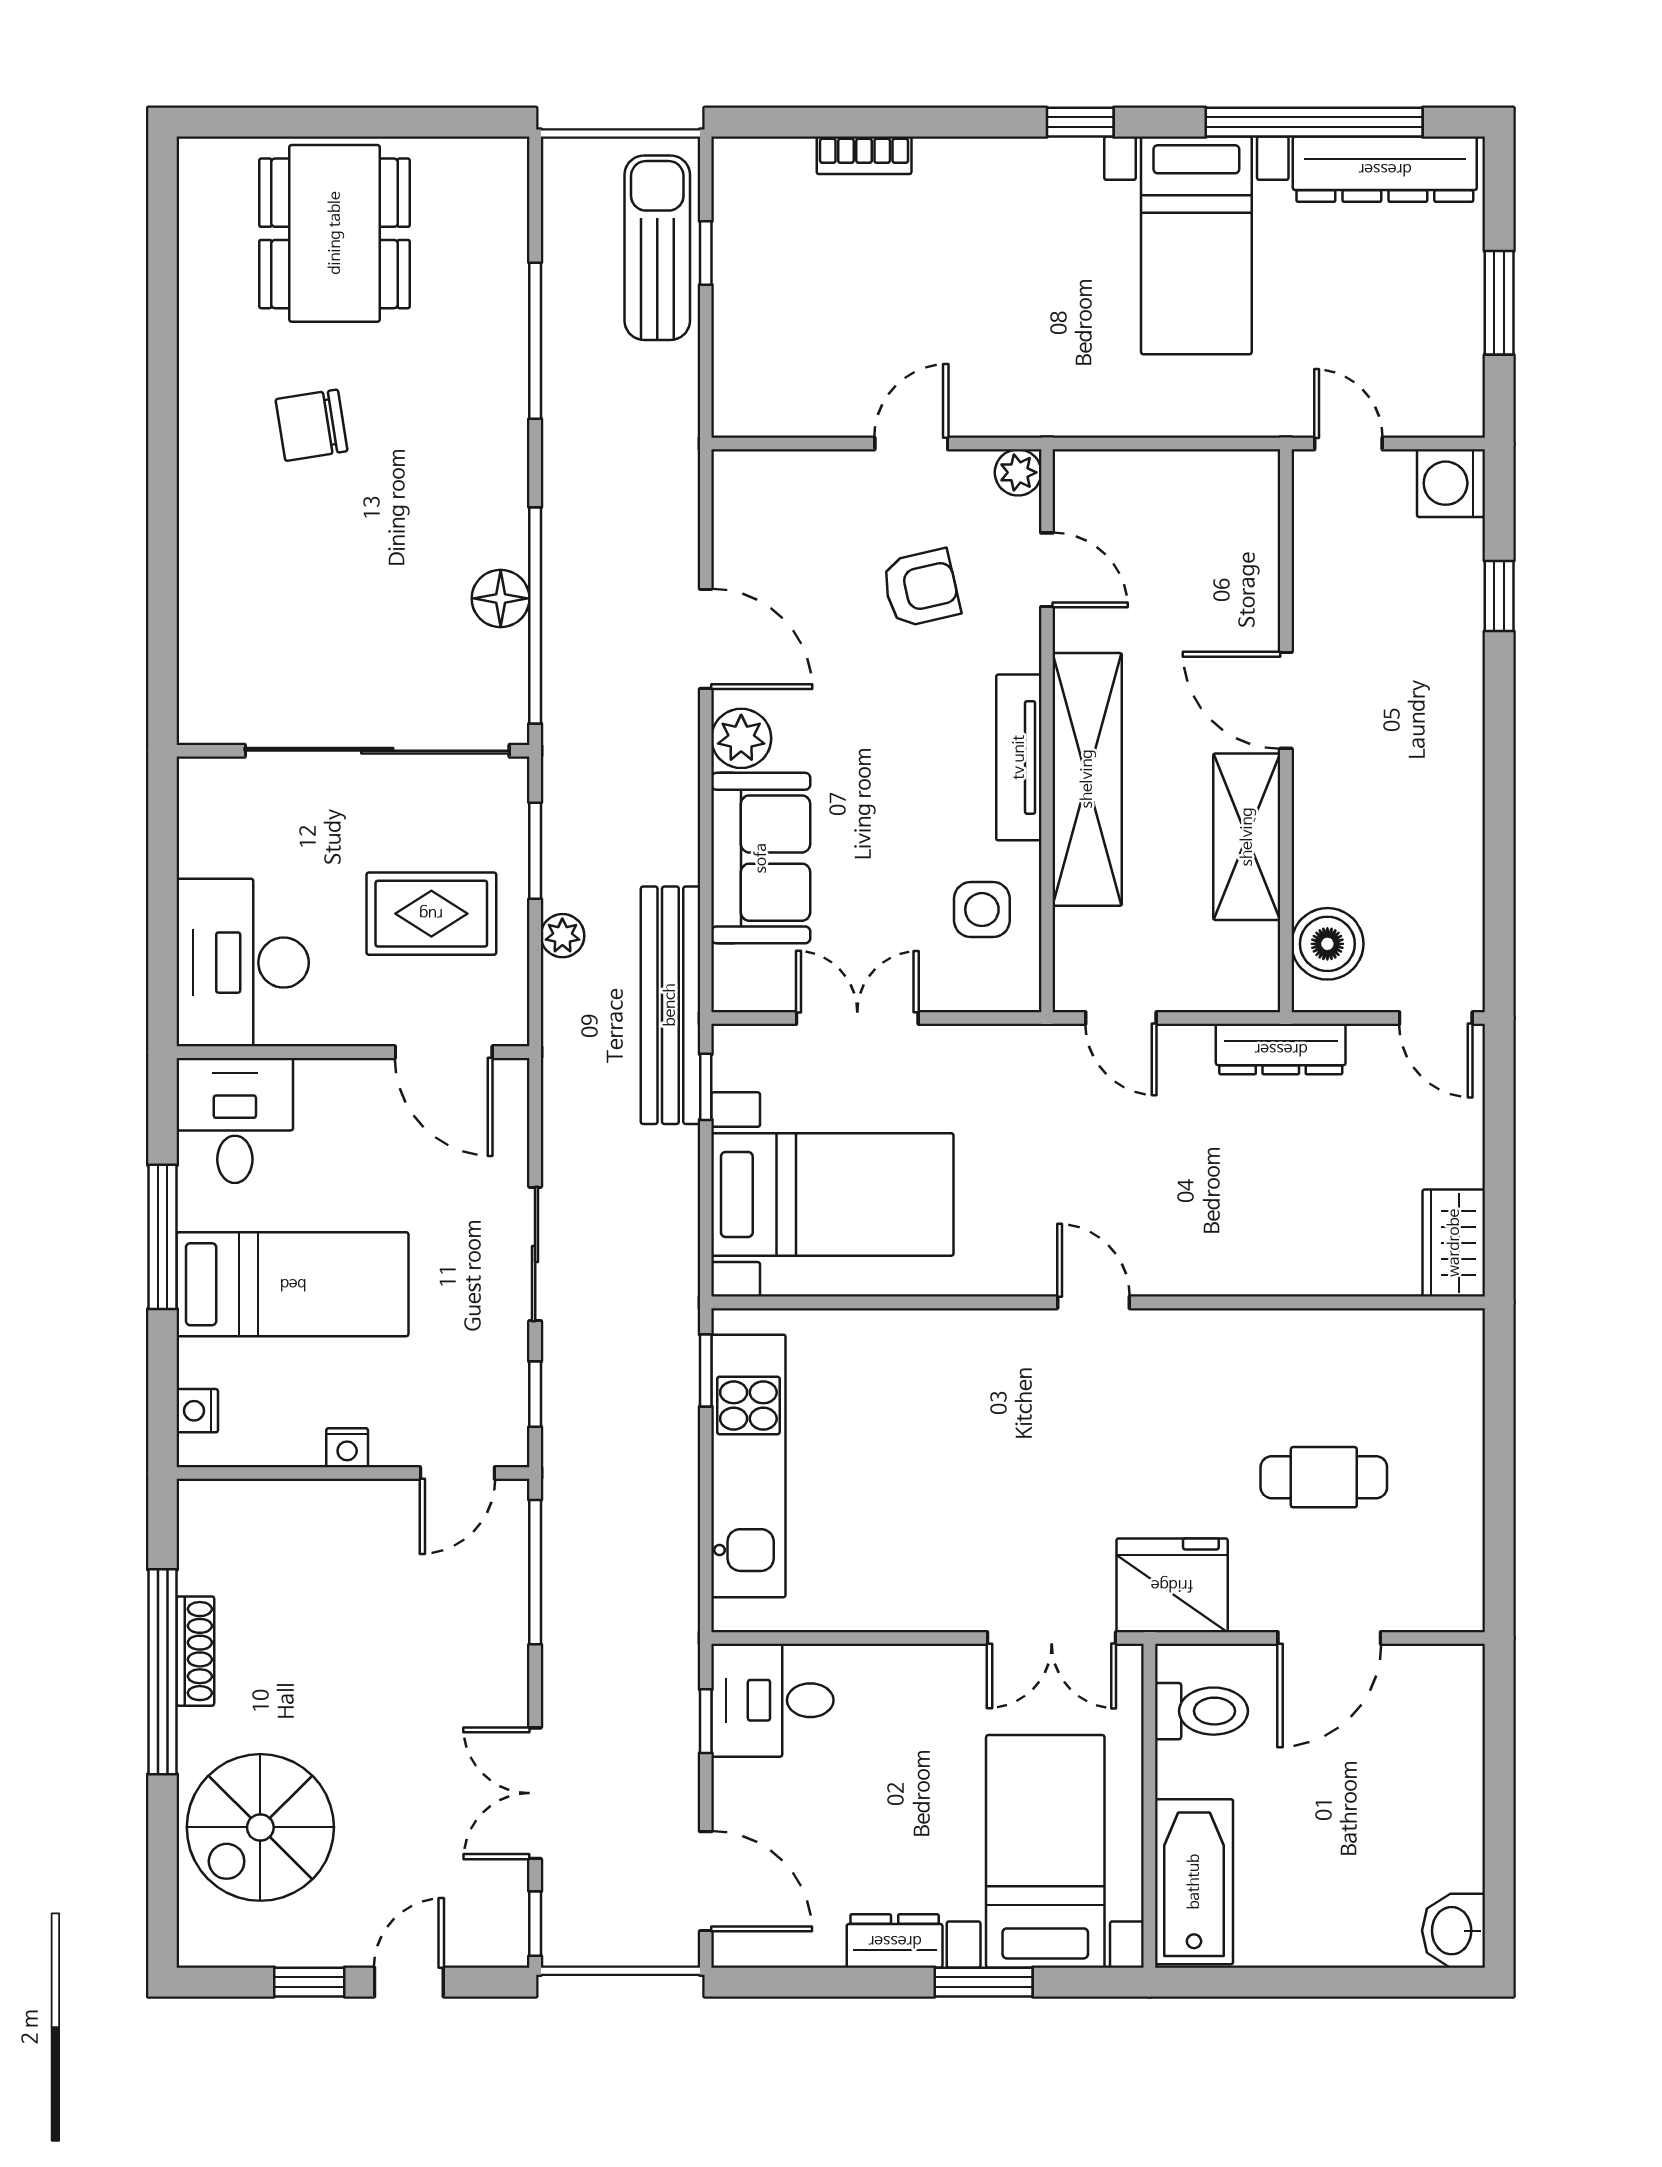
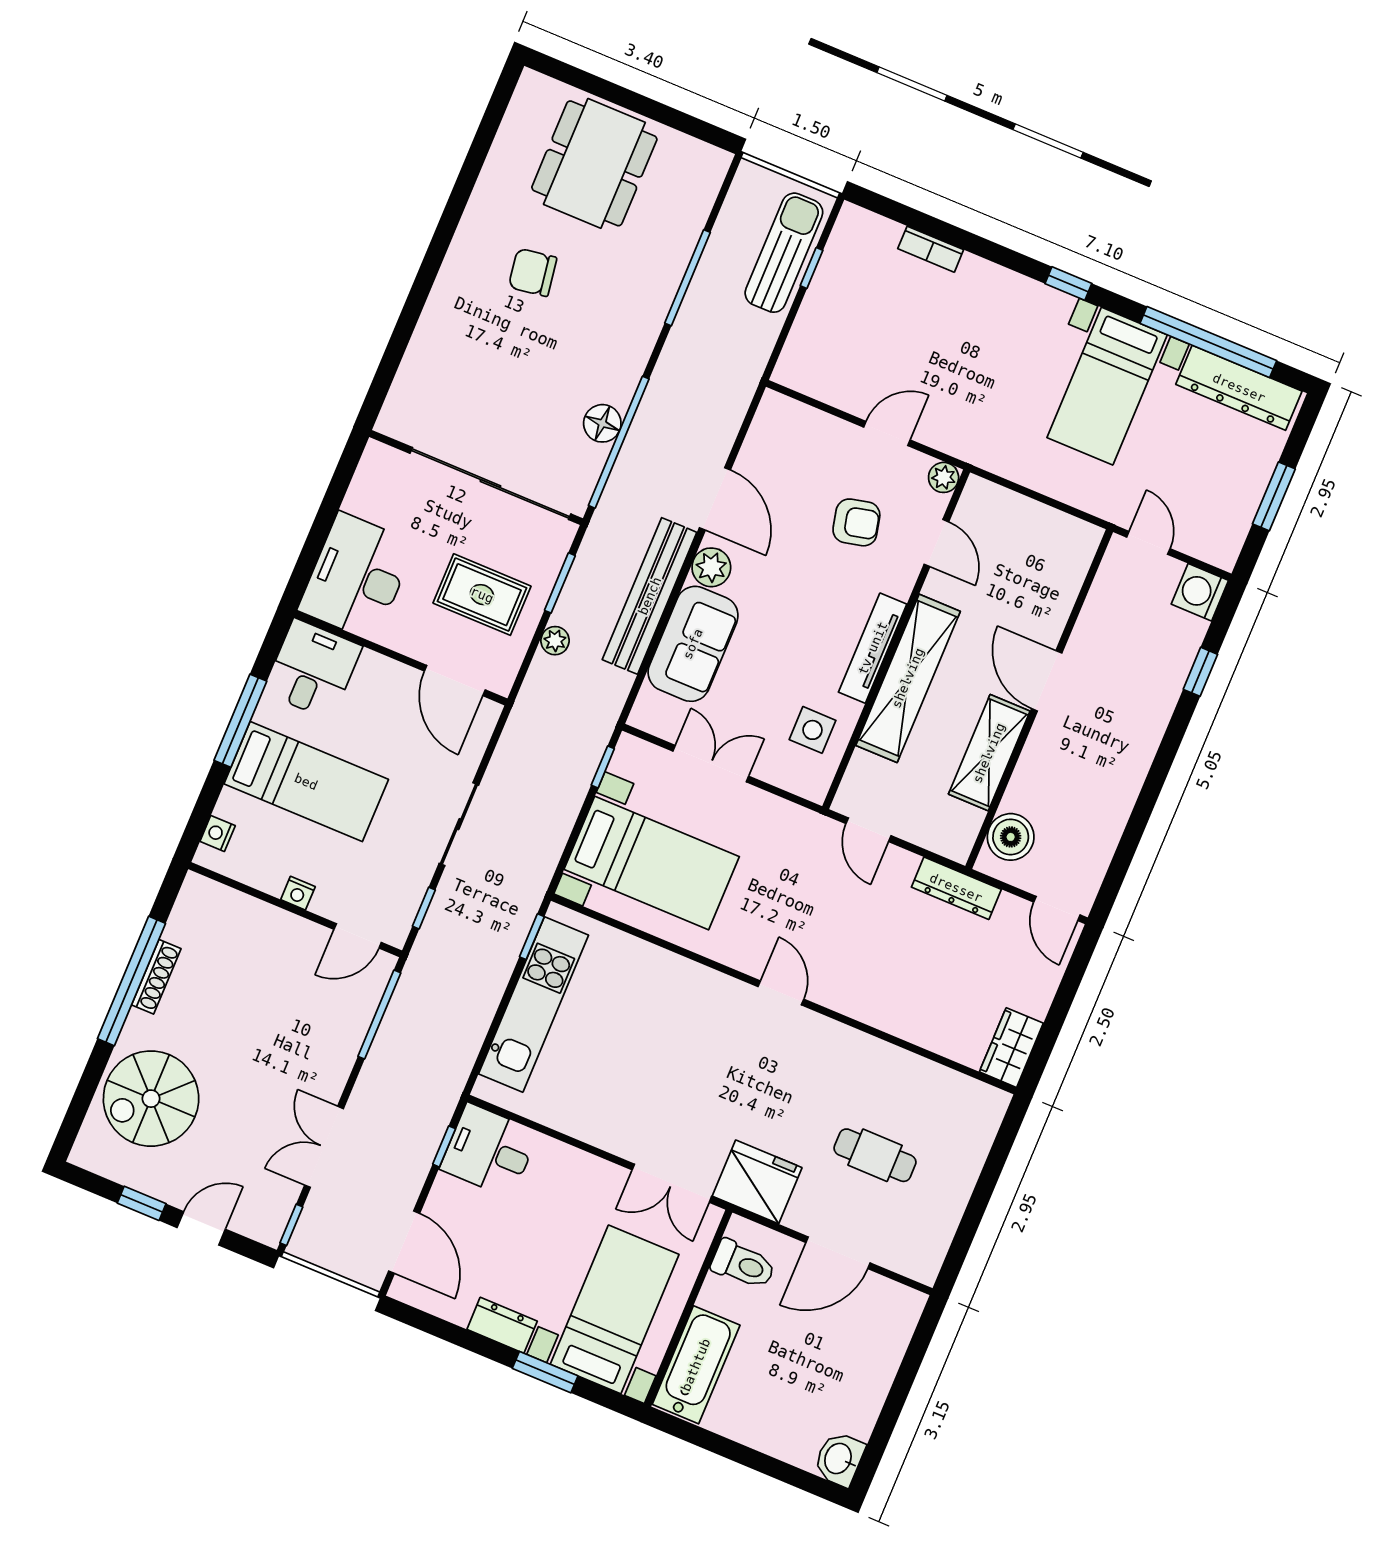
bench: (670, 1005) -> (650, 596), moved

